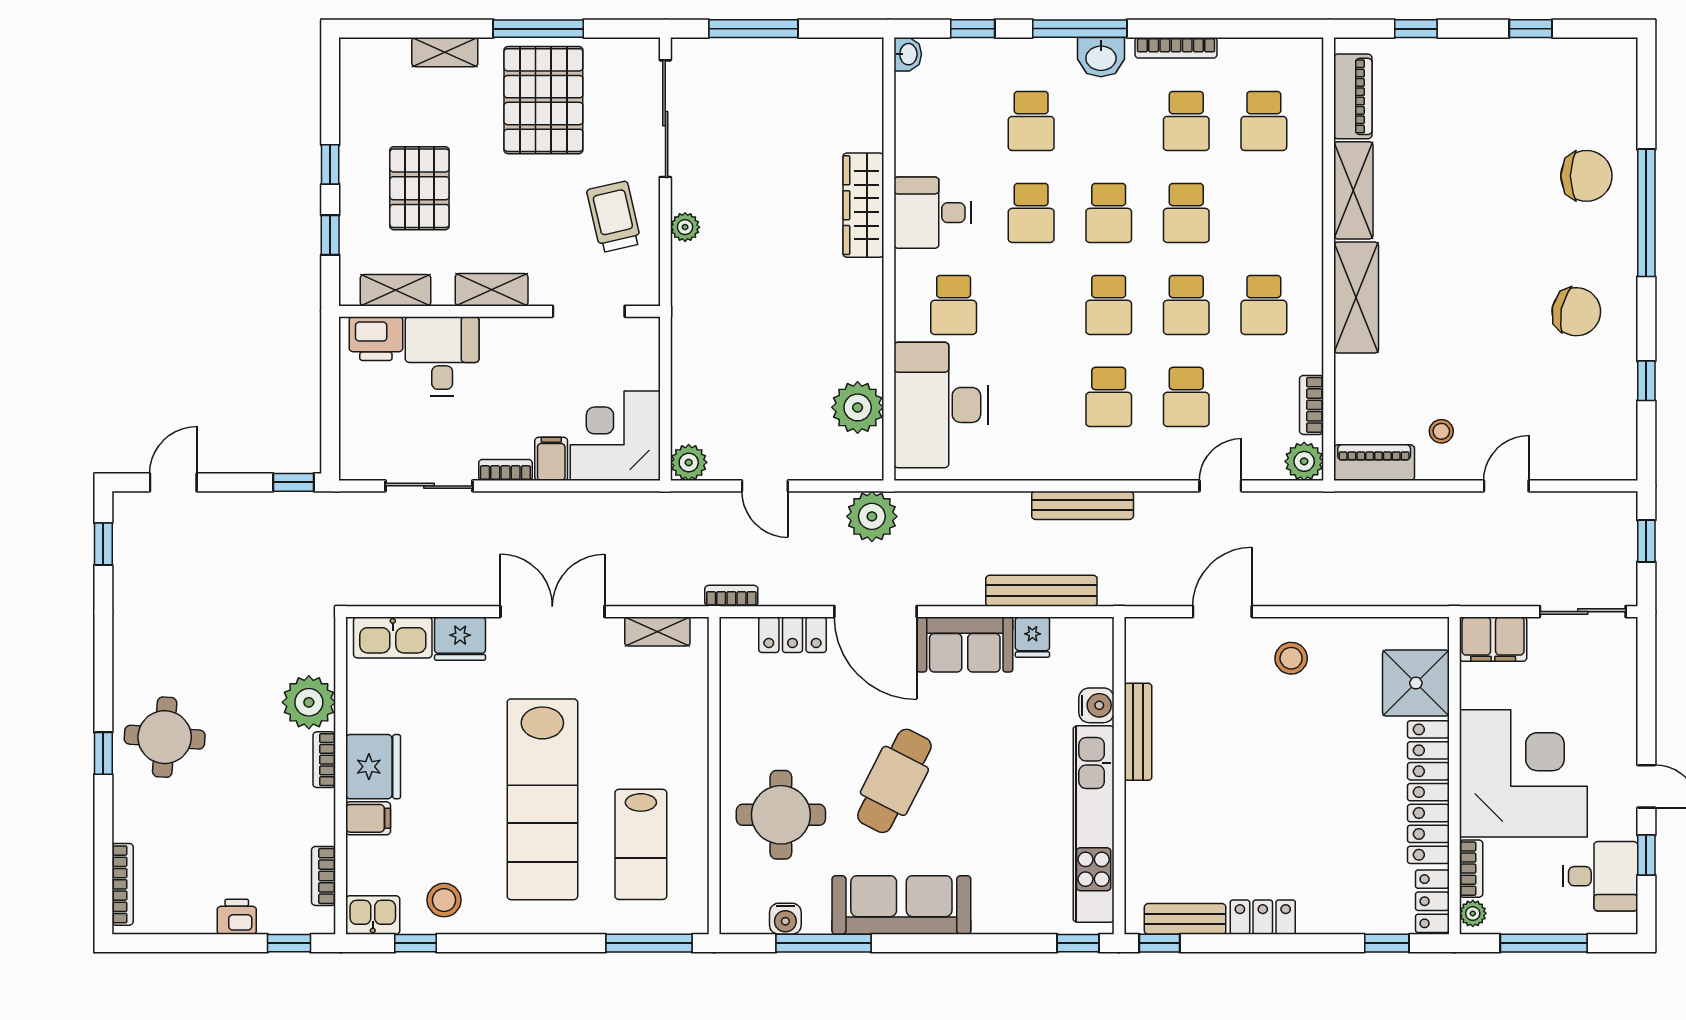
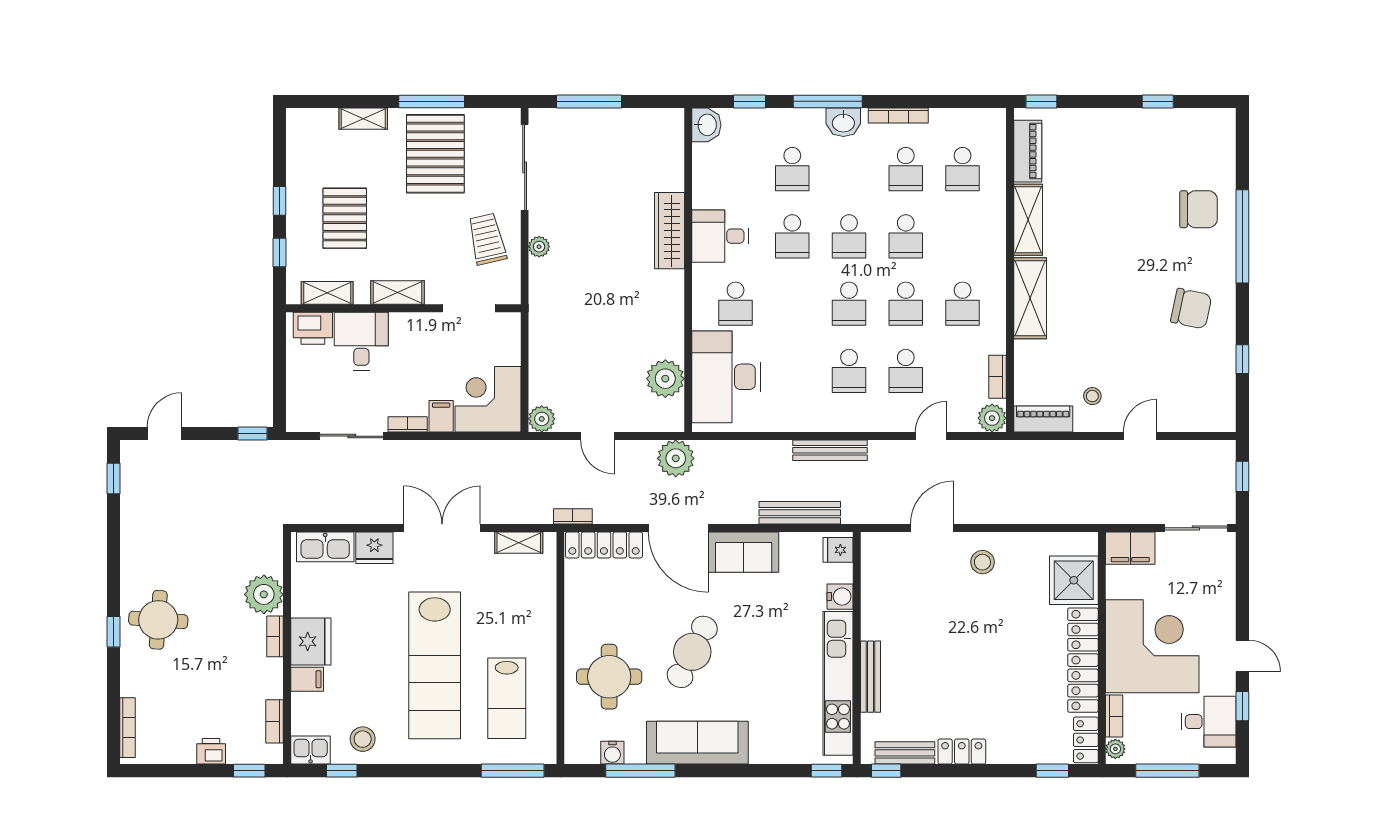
window: (1416, 29) -> (1041, 101), moved
washbasin: (908, 54) -> (706, 125), width x1.38, depth x1.45
locker: (792, 635) -> (604, 545), width x1.53
fridge: (1032, 637) -> (838, 550), moved, turned 90
bench: (1138, 732) -> (870, 677), moved

